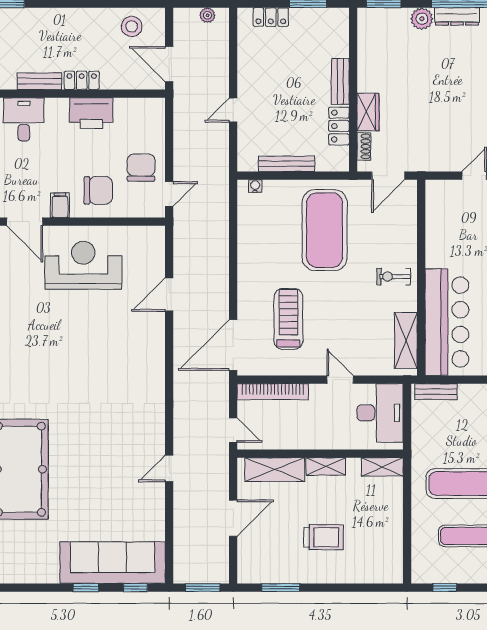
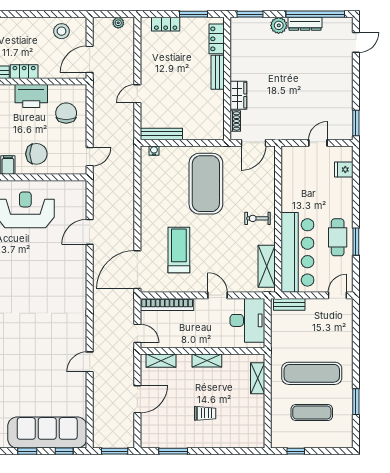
door: (169, 64) -> (90, 59), hinge flipped
locker: (339, 126) -> (217, 39), moved
bench: (287, 164) -> (161, 134), moved
chair: (141, 168) -> (66, 113), moved
shelving: (382, 467) -> (258, 378), moved, turned 90
shelving: (275, 470) -> (161, 361), width x0.67, depth x0.75
trolley: (323, 537) -> (205, 413), width x0.73, depth x0.72

